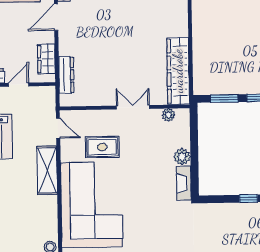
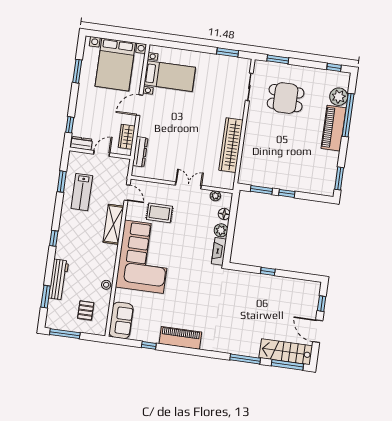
wardrobe: (178, 71) -> (231, 145), moved
floor lamp: (183, 136) -> (224, 214), added

